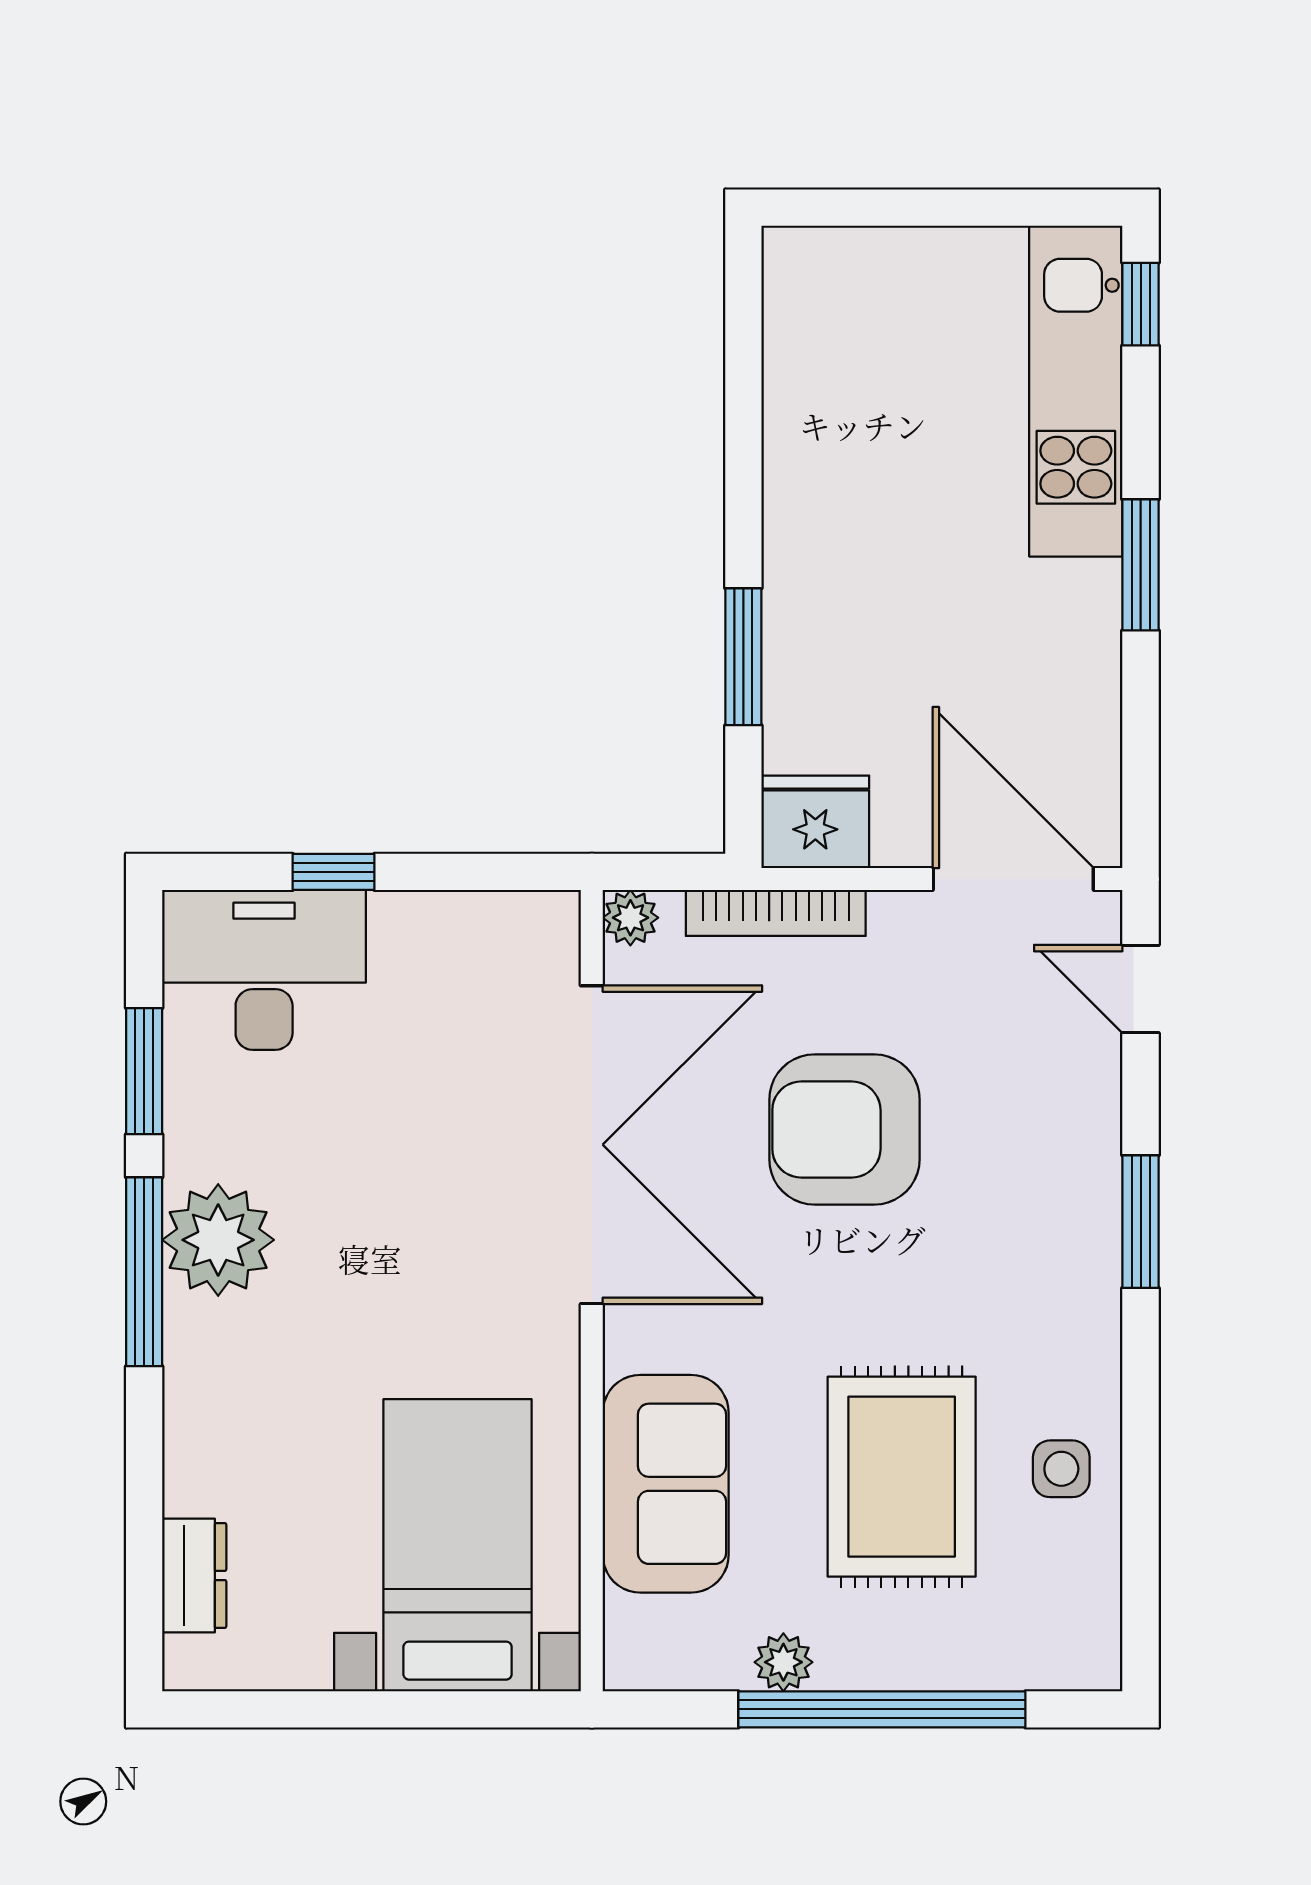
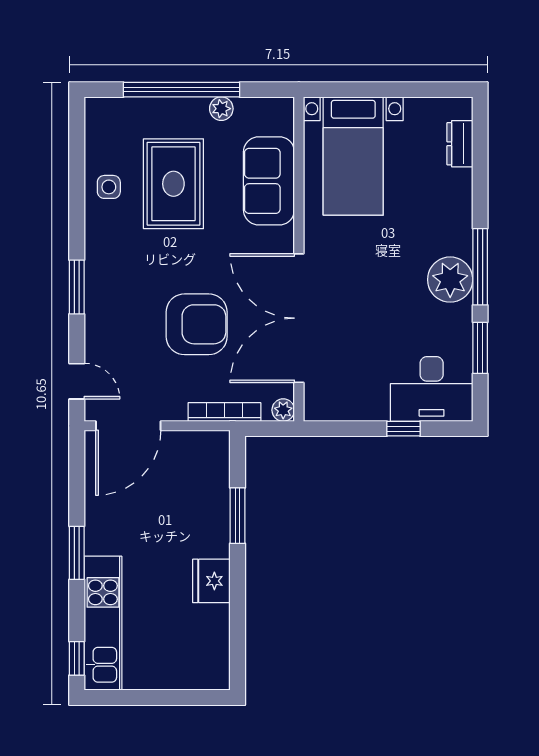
fridge: (815, 822) -> (211, 581), moved, turned 90
door: (1013, 879) -> (128, 426), hinge flipped

